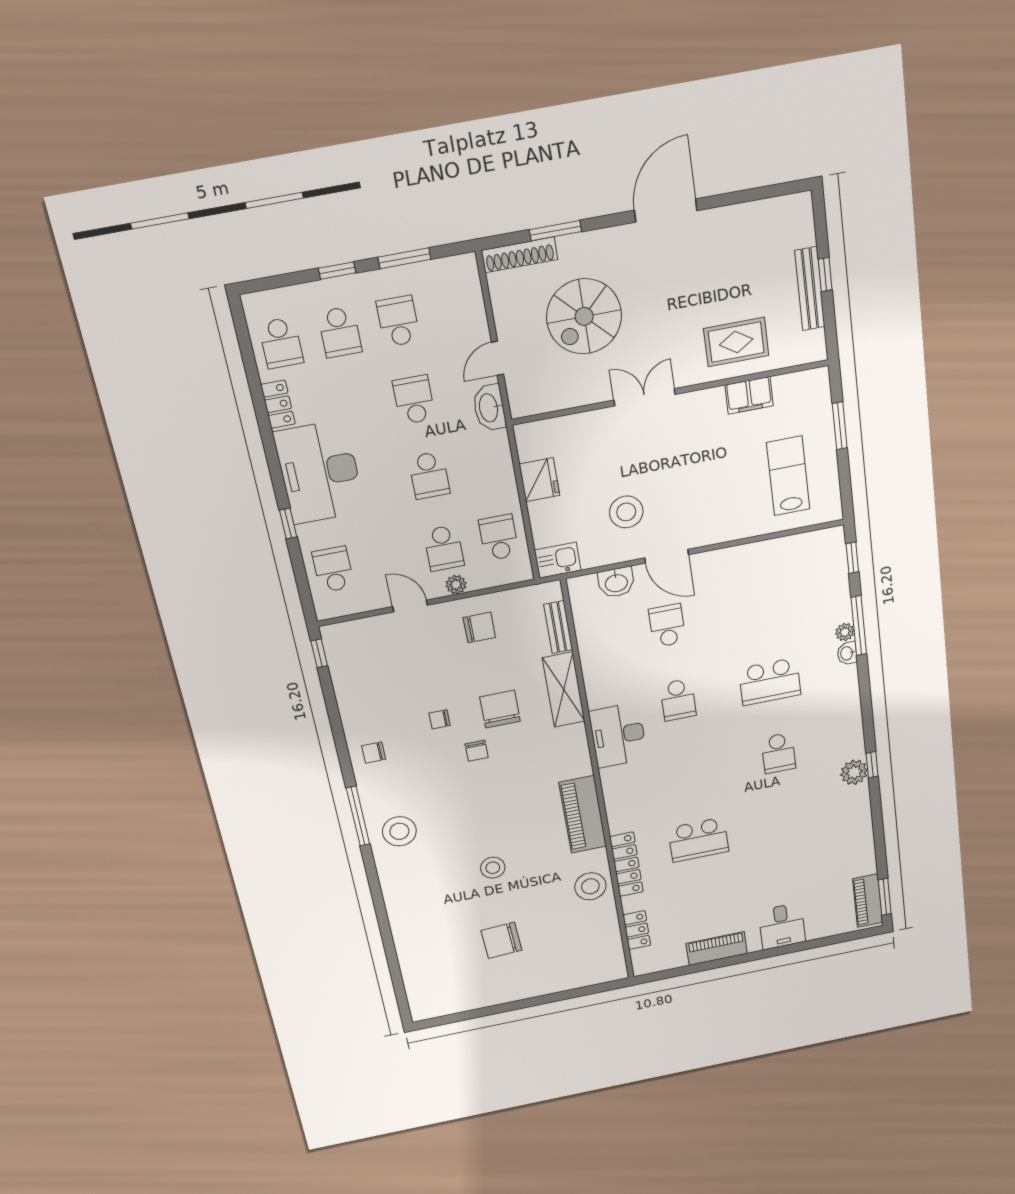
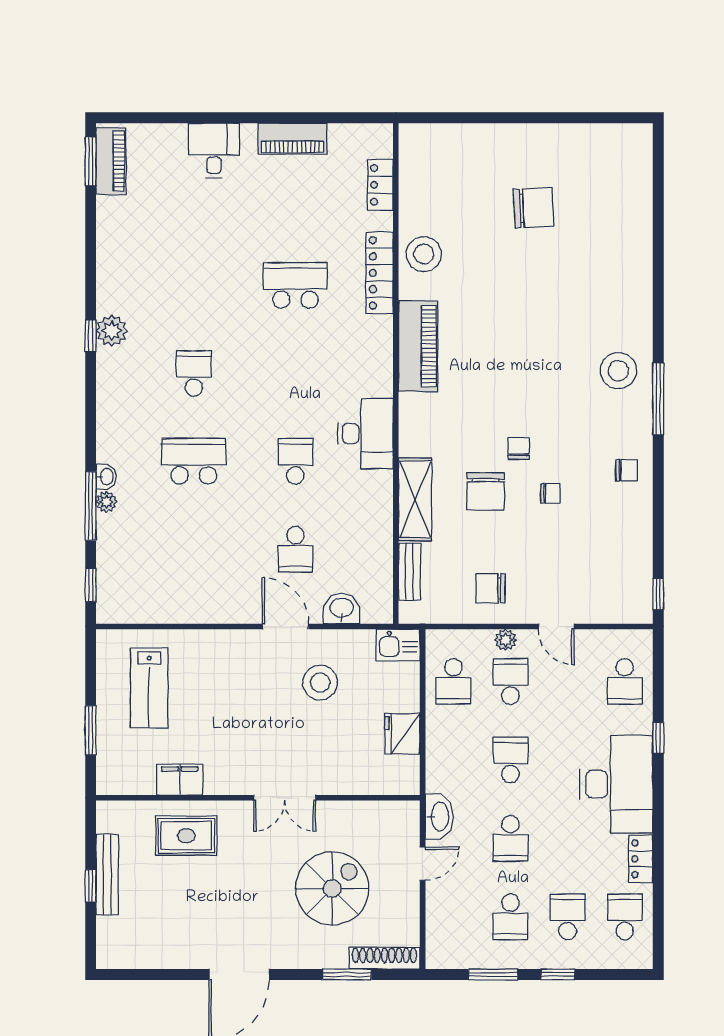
stool: (493, 868) -> (527, 303), removed

